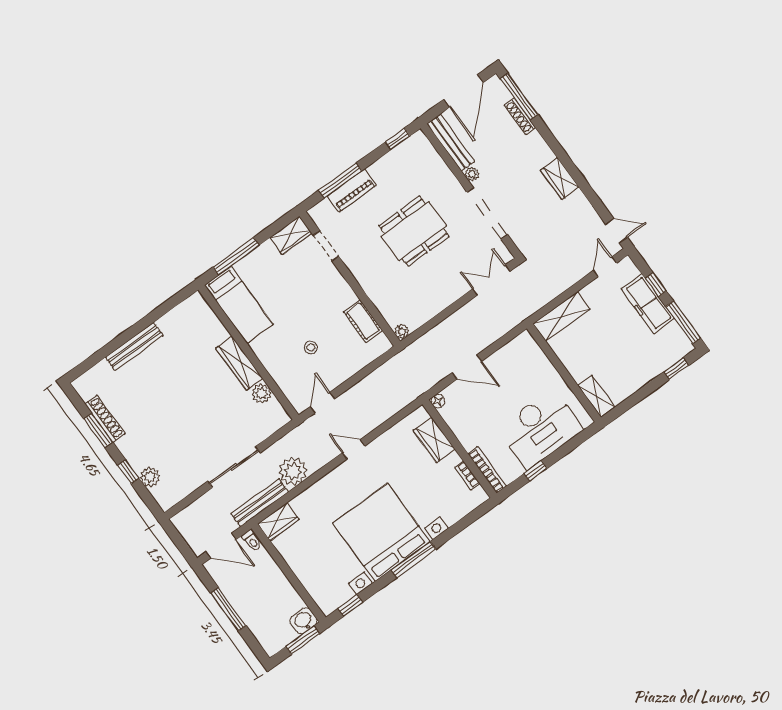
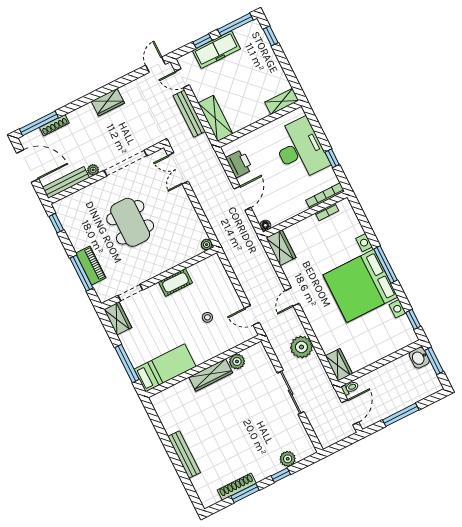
cot: (363, 321) -> (175, 282), moved
printer: (510, 356) -> (239, 164), added
wardrobe: (434, 440) -> (281, 248), moved, turned -90
bench: (260, 503) -> (189, 114), moved

